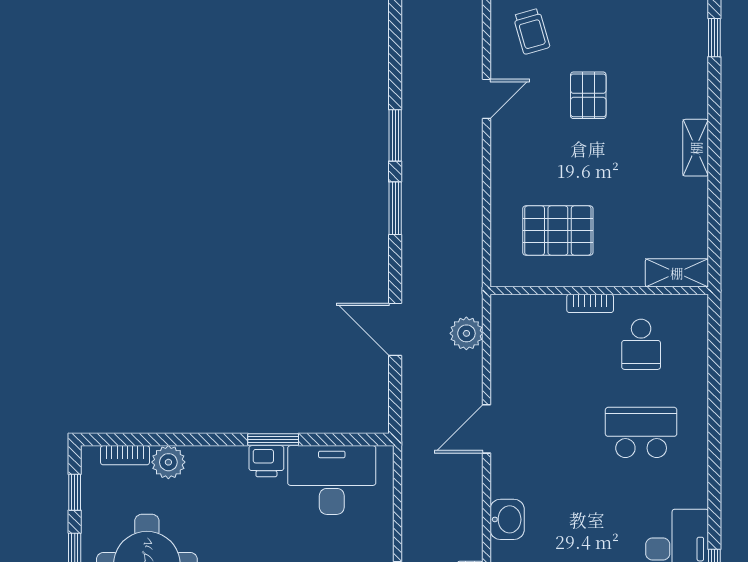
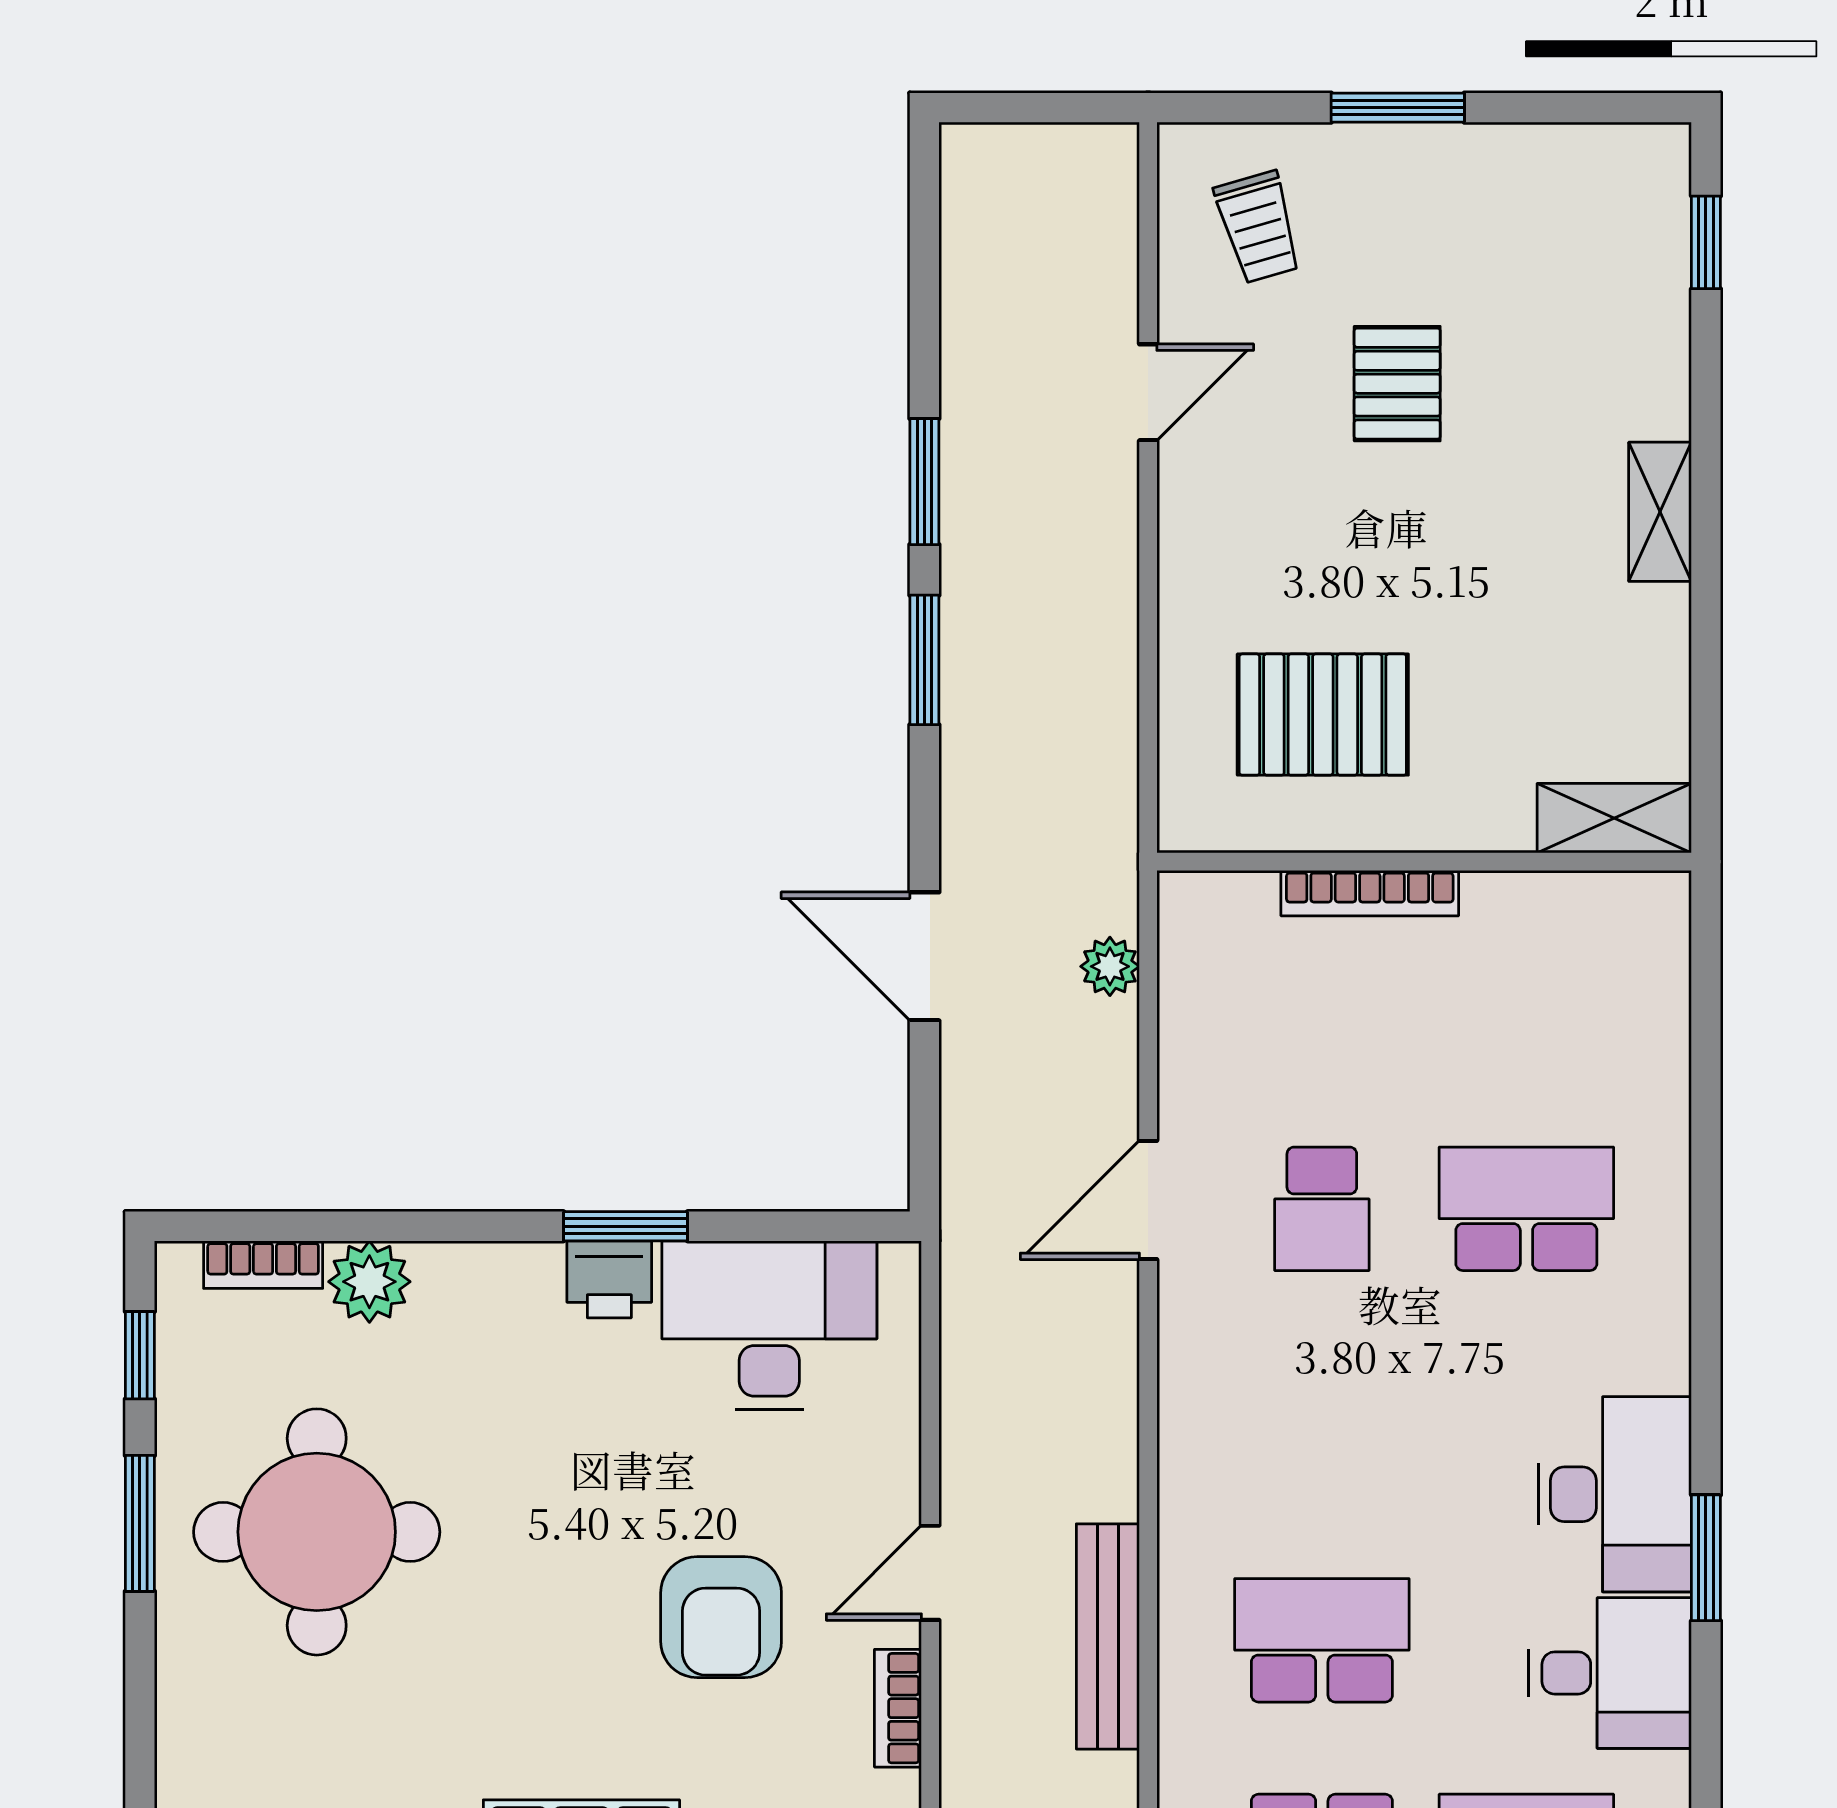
bookcase: (590, 303) -> (1370, 893), width x1.56
plant: (466, 333) -> (1110, 966), width x0.73, depth x0.73
school desk: (641, 344) -> (1322, 1209), moved
washbasin: (507, 519) -> (1199, 1422), removed

